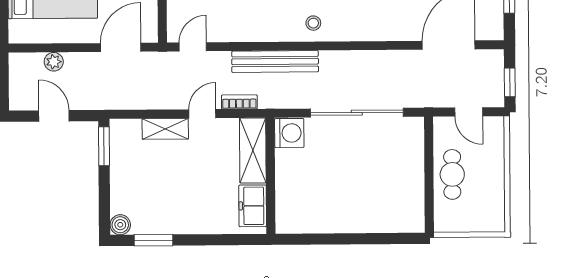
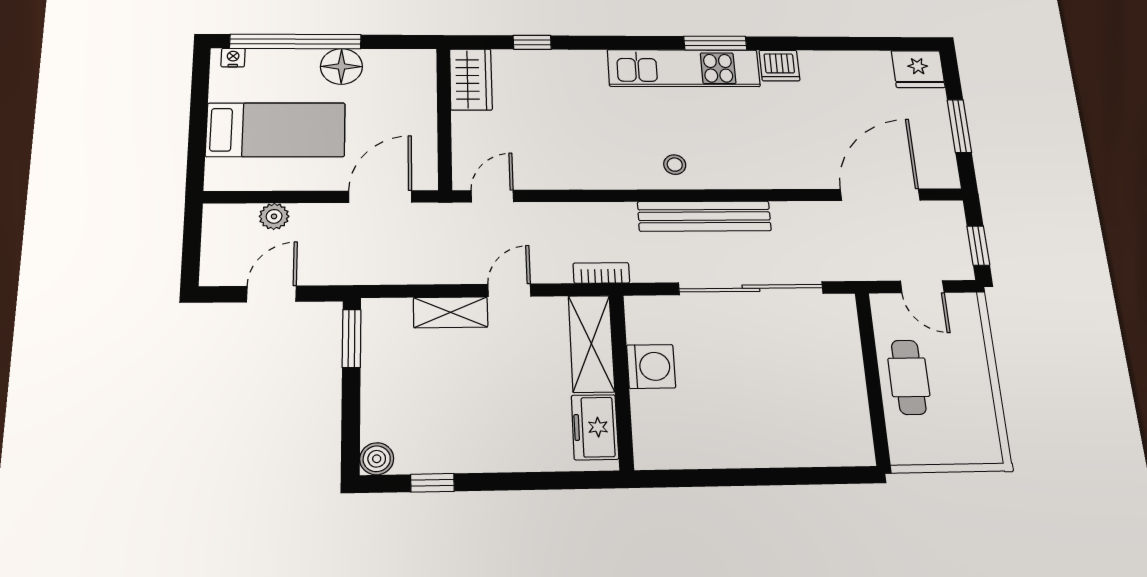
bench: (275, 61) -> (704, 216), moved
bookcase: (239, 102) -> (601, 273), moved
door: (54, 116) -> (271, 294), hinge flipped
washing machine: (289, 133) -> (651, 366), moved
window: (154, 240) -> (432, 483), width x0.67

